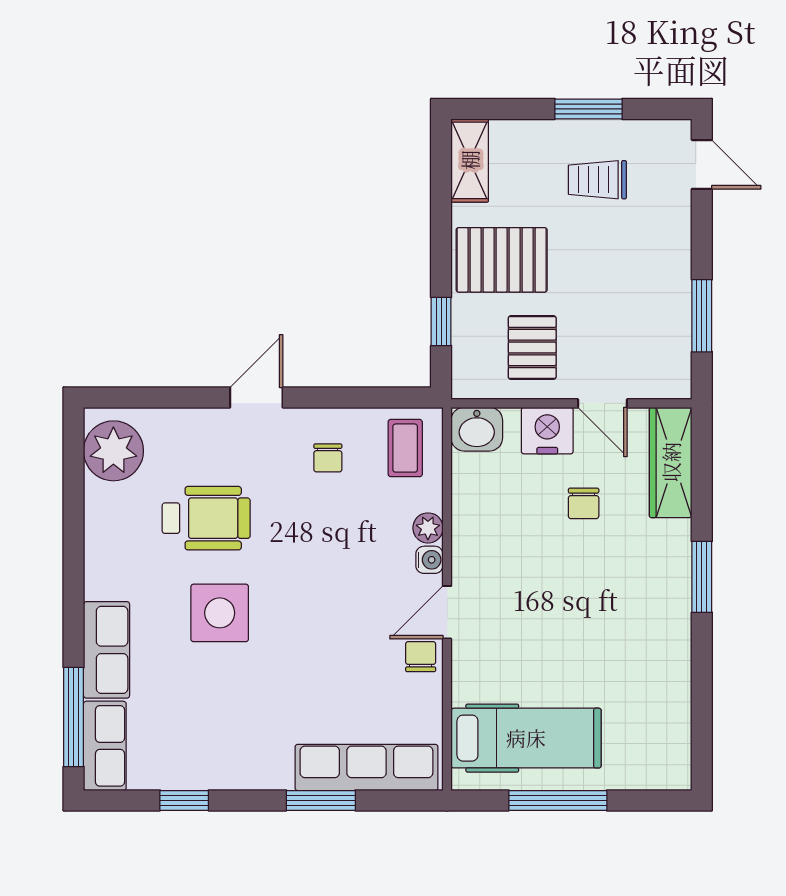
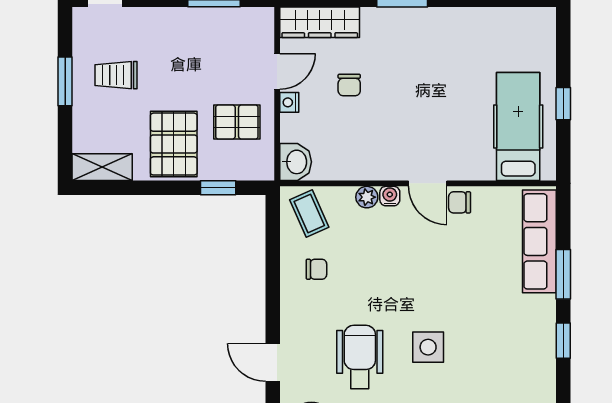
trolley: (597, 180) -> (116, 75), turned 90
door: (256, 397) -> (273, 362), moved
nightstand: (547, 431) -> (289, 102), width x0.53, depth x0.56
coffee table: (405, 448) -> (309, 214), turned 66
chair: (584, 503) -> (349, 85), turned 90
side table: (220, 613) -> (428, 347), width x0.73, depth x0.73
window: (184, 800) -> (563, 341), moved
window: (558, 800) -> (563, 104), width x0.46

